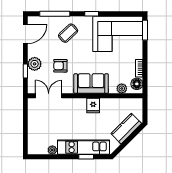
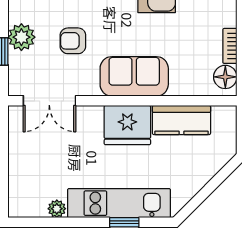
plant: (122, 88) -> (195, 86), removed
double door: (49, 96) -> (49, 101), swing flipped
fridge: (93, 106) -> (127, 125), width x1.88, depth x1.34
kitchen counter: (126, 129) -> (181, 120), moved, turned -135

